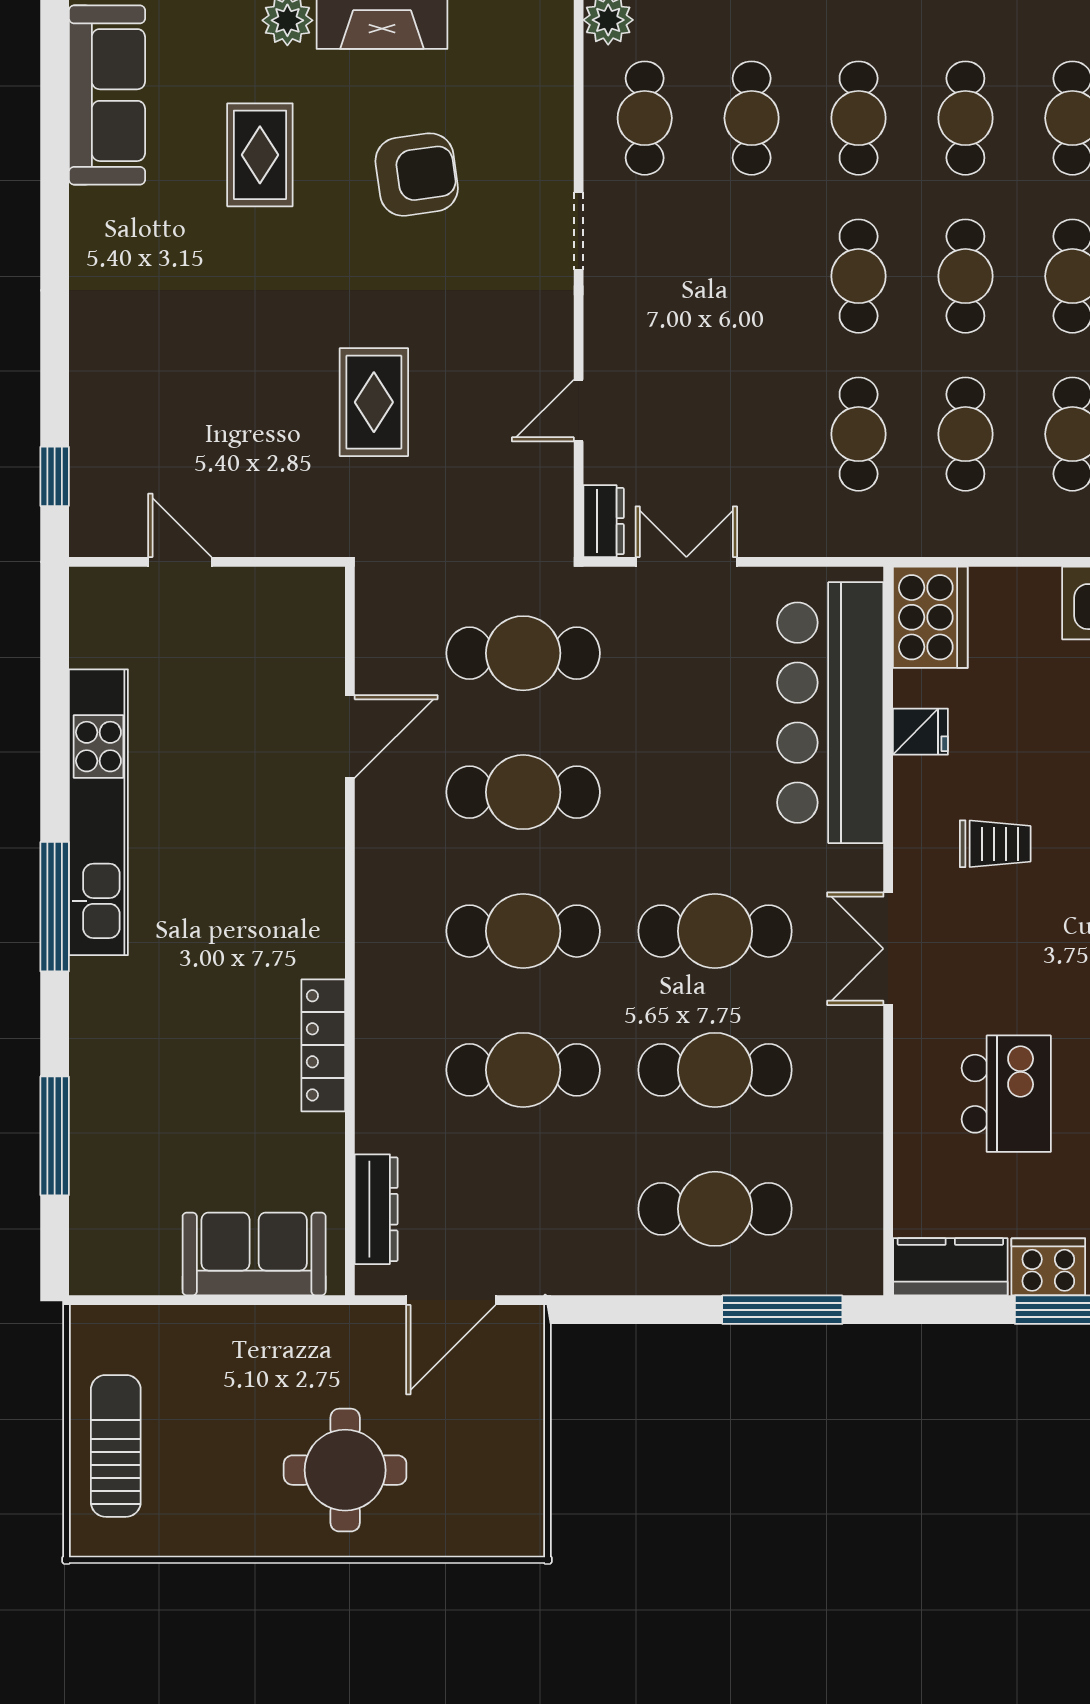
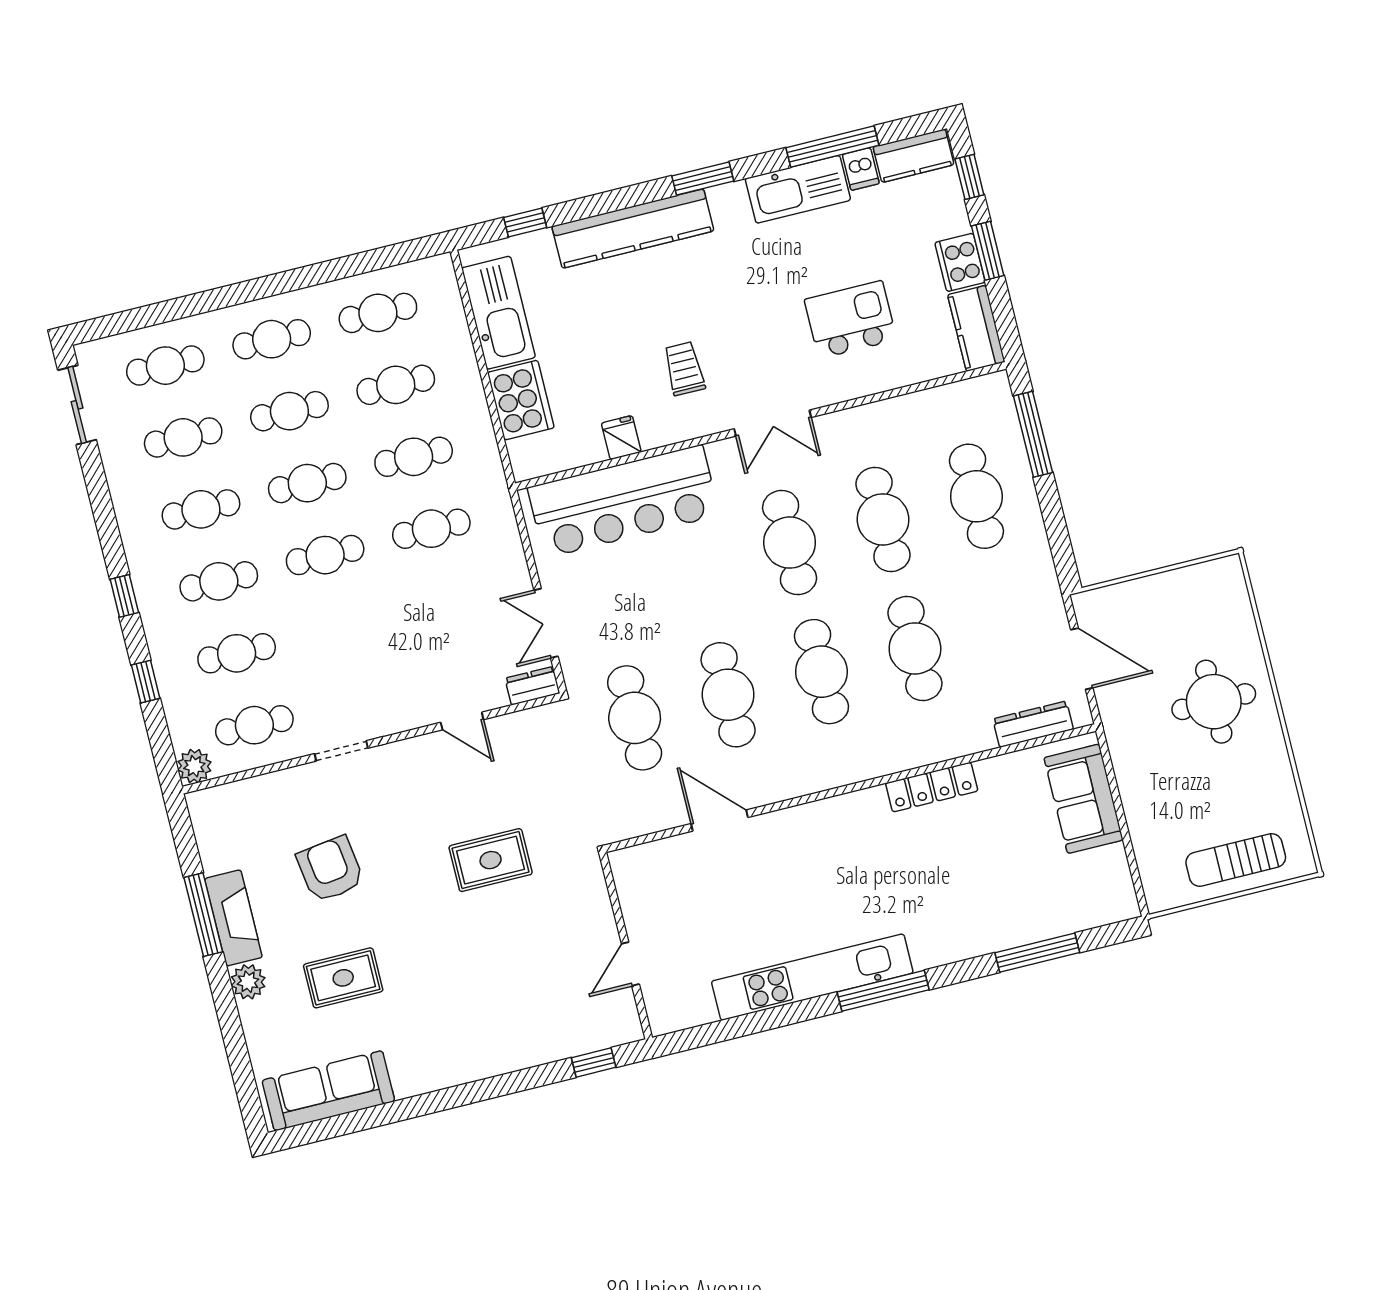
cooker: (930, 617) -> (521, 400), moved, turned 90

